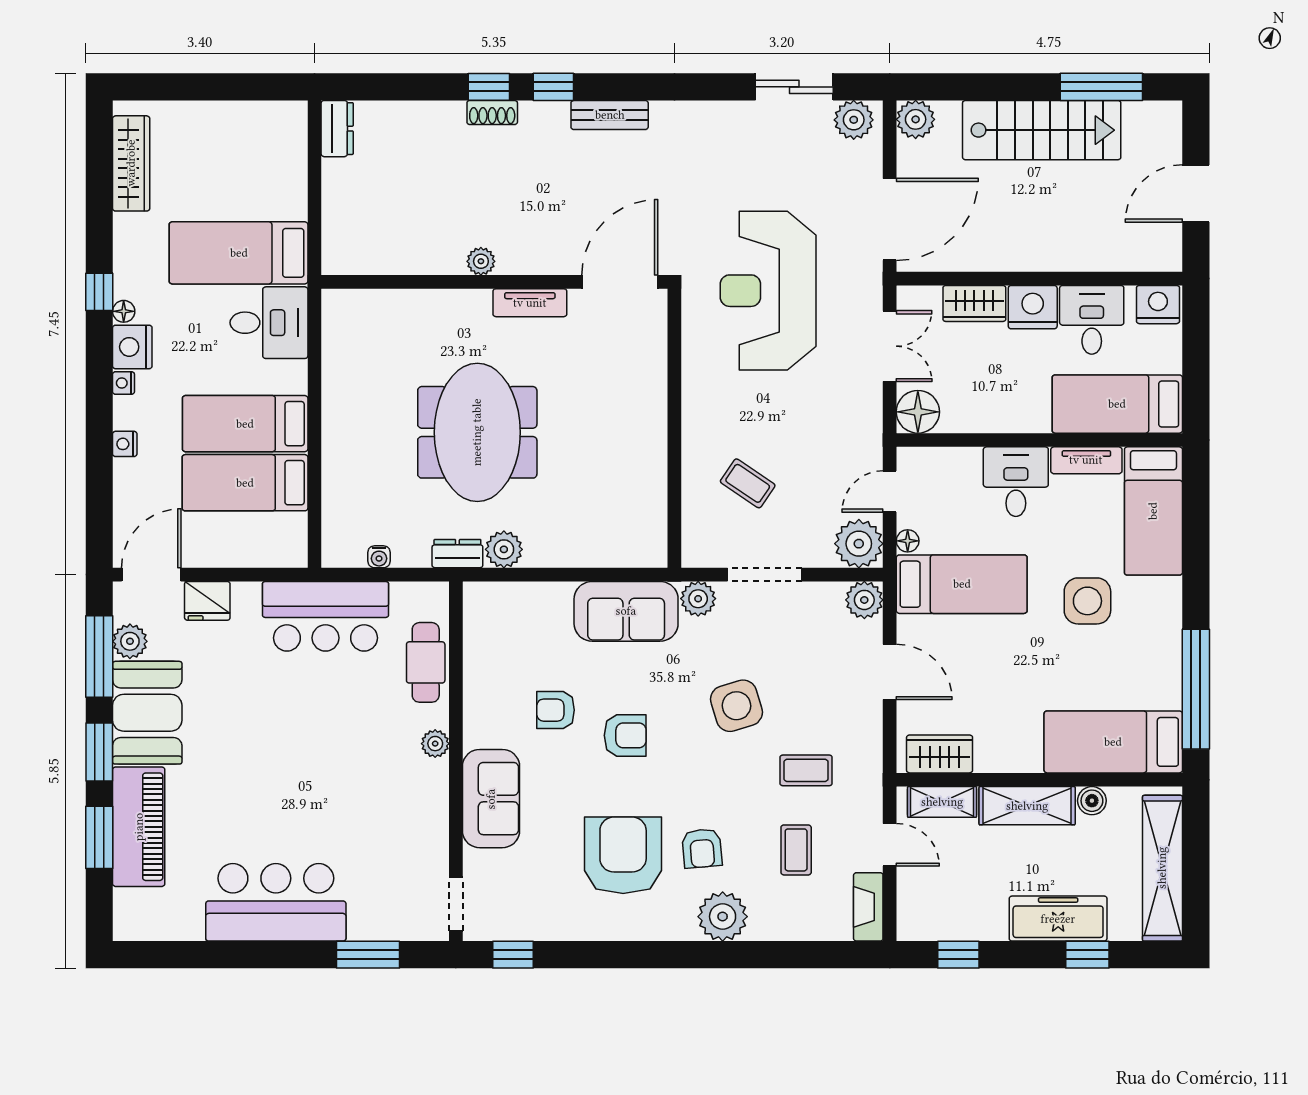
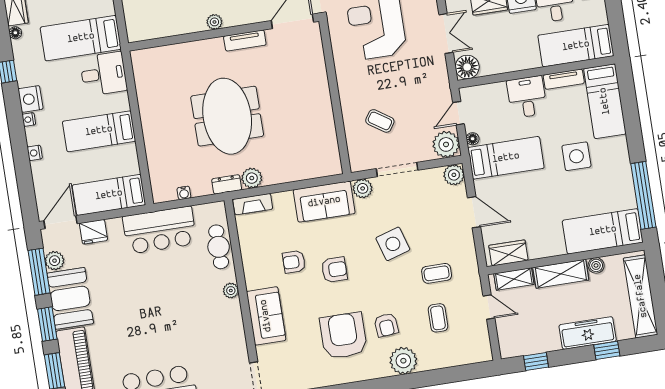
floor lamp: (124, 311) -> (15, 33), moved
bed: (245, 483) -> (109, 195), moved
fireplace: (868, 907) -> (253, 204), moved, turned -90

